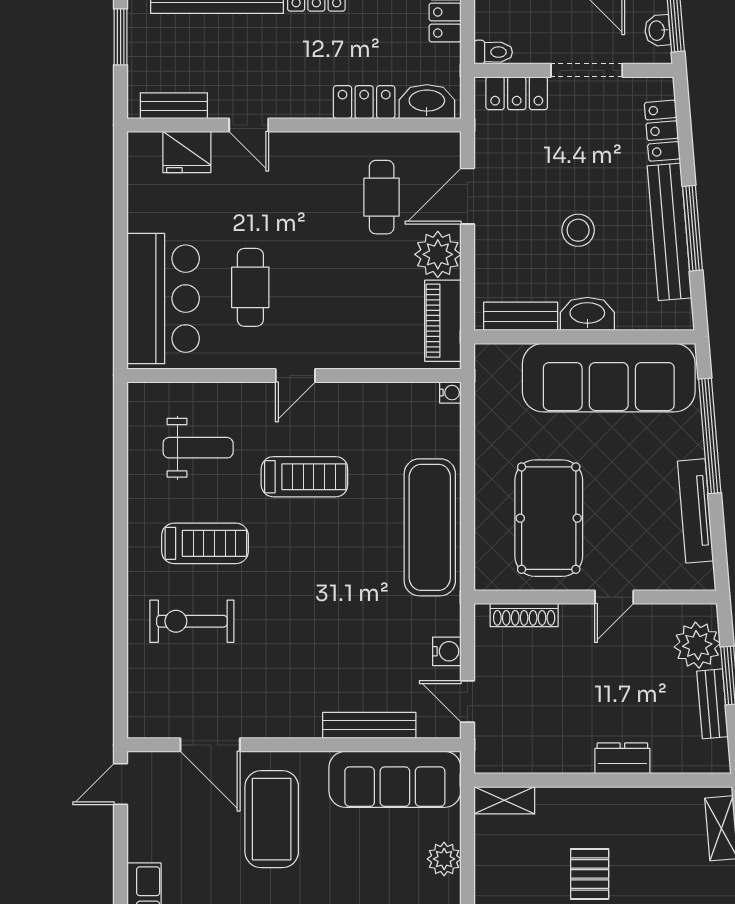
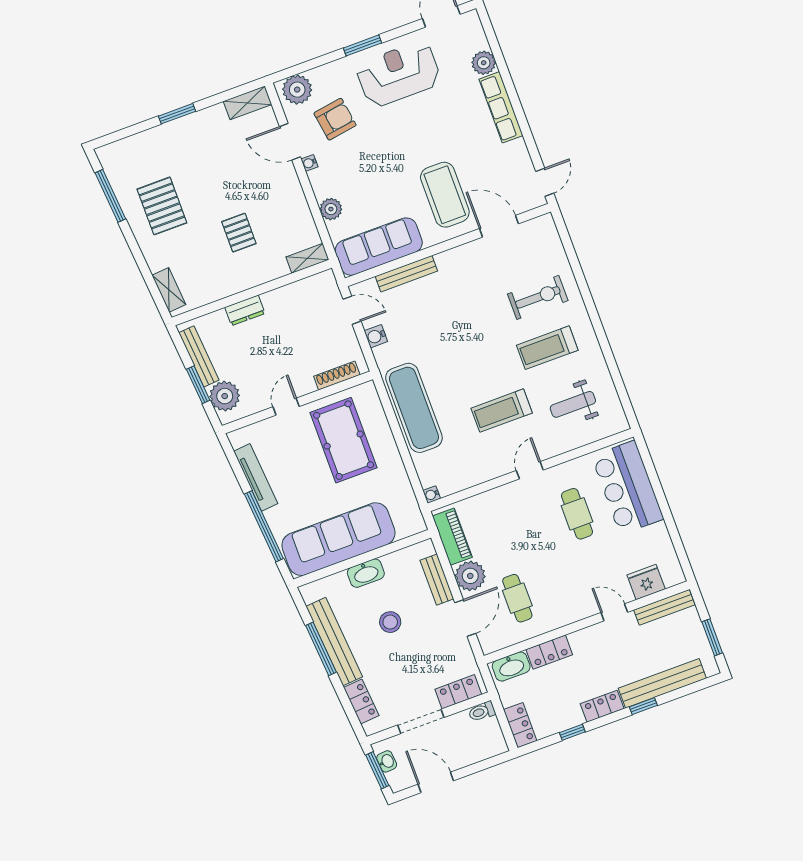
bench: (174, 106) -> (664, 607), width x1.36
bench: (521, 316) -> (437, 580), moved, turned 90
bench: (712, 704) -> (199, 356), width x1.36

